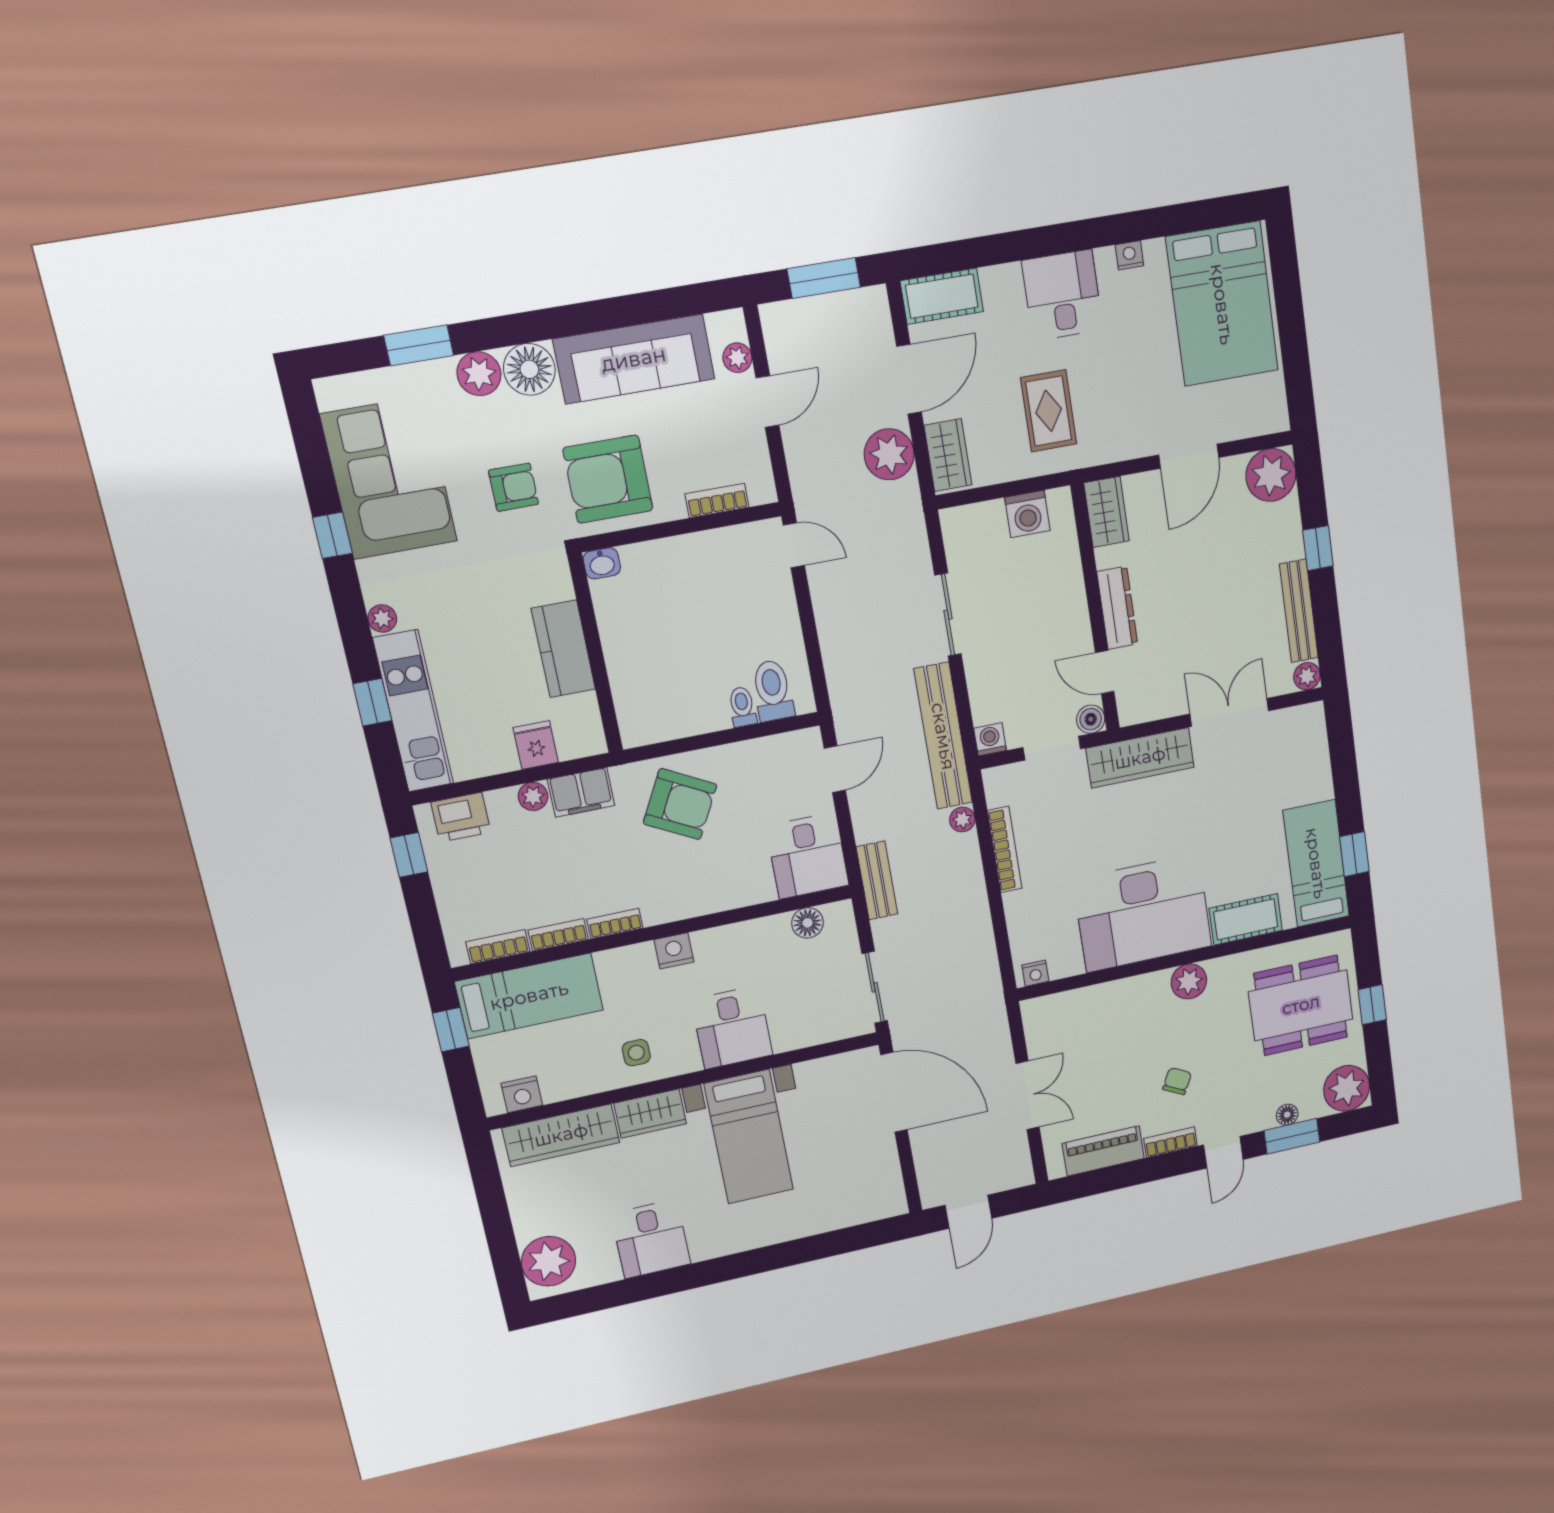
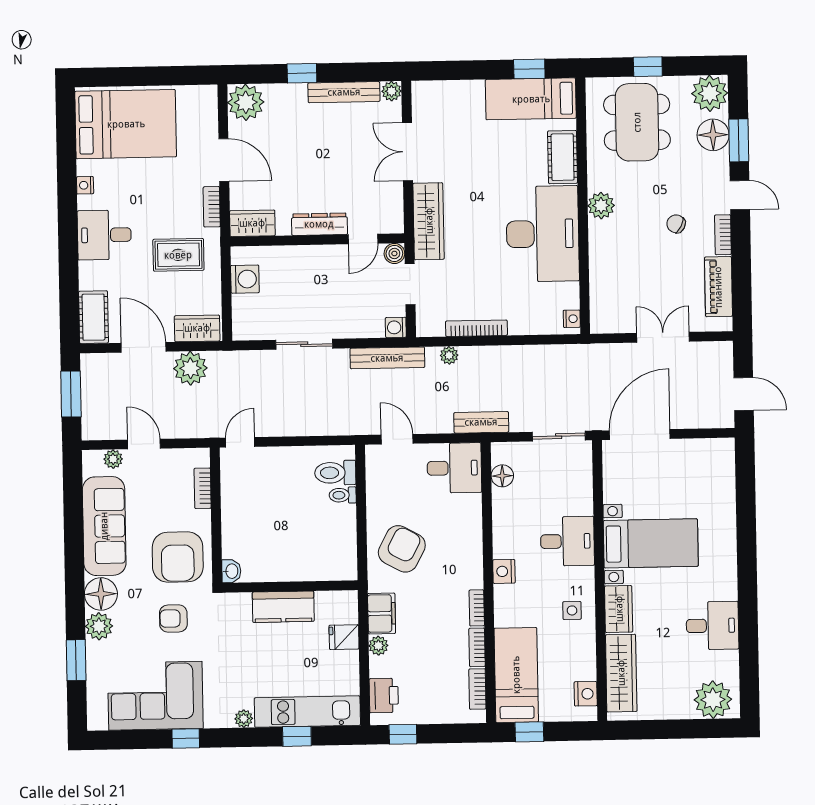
bookcase: (1122, 449) -> (212, 207), added
armchair: (514, 487) -> (173, 619), turned -90
bench: (943, 736) -> (387, 358), width x0.73, depth x0.82
floor lamp: (1287, 1115) -> (713, 135), width x1.89, depth x1.89

